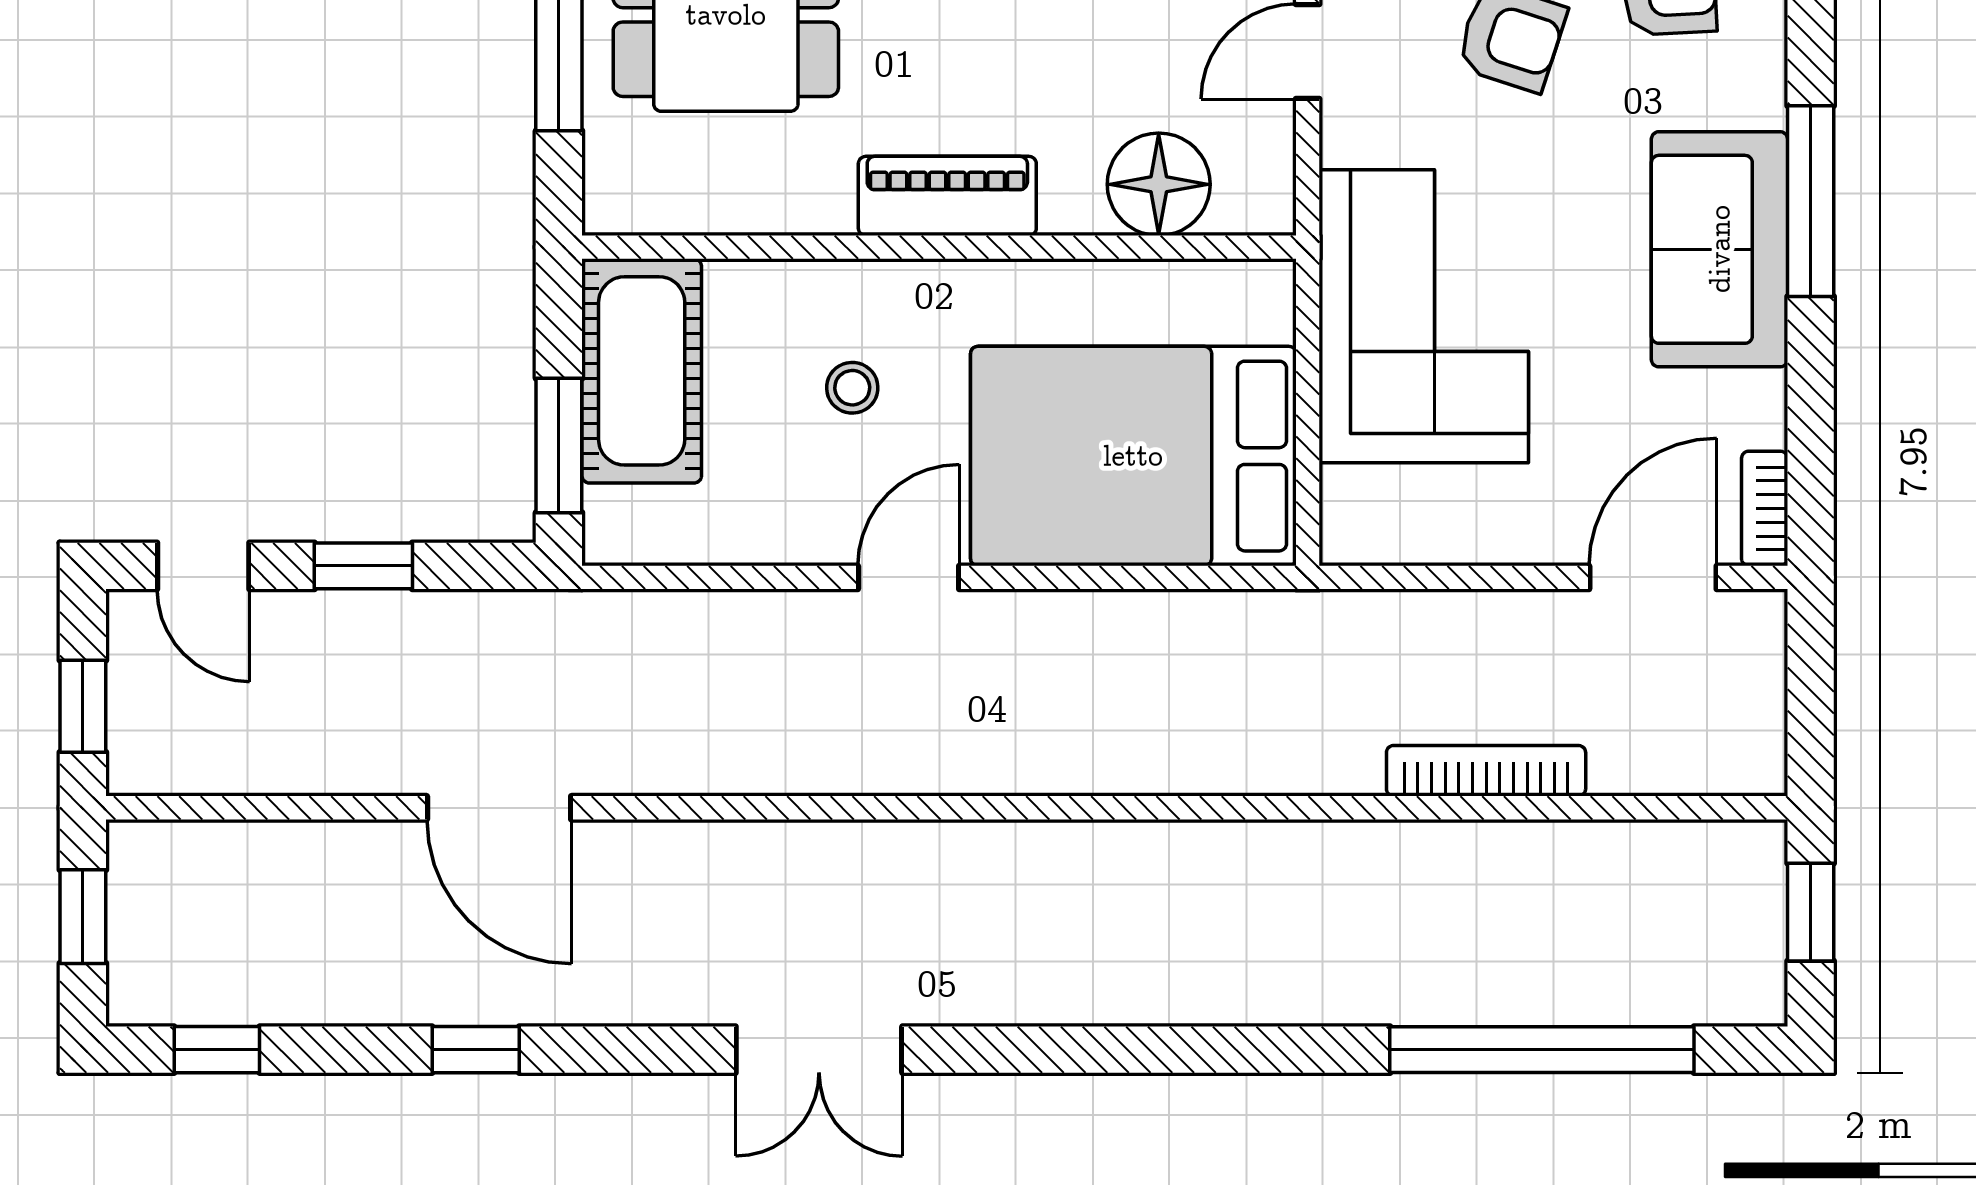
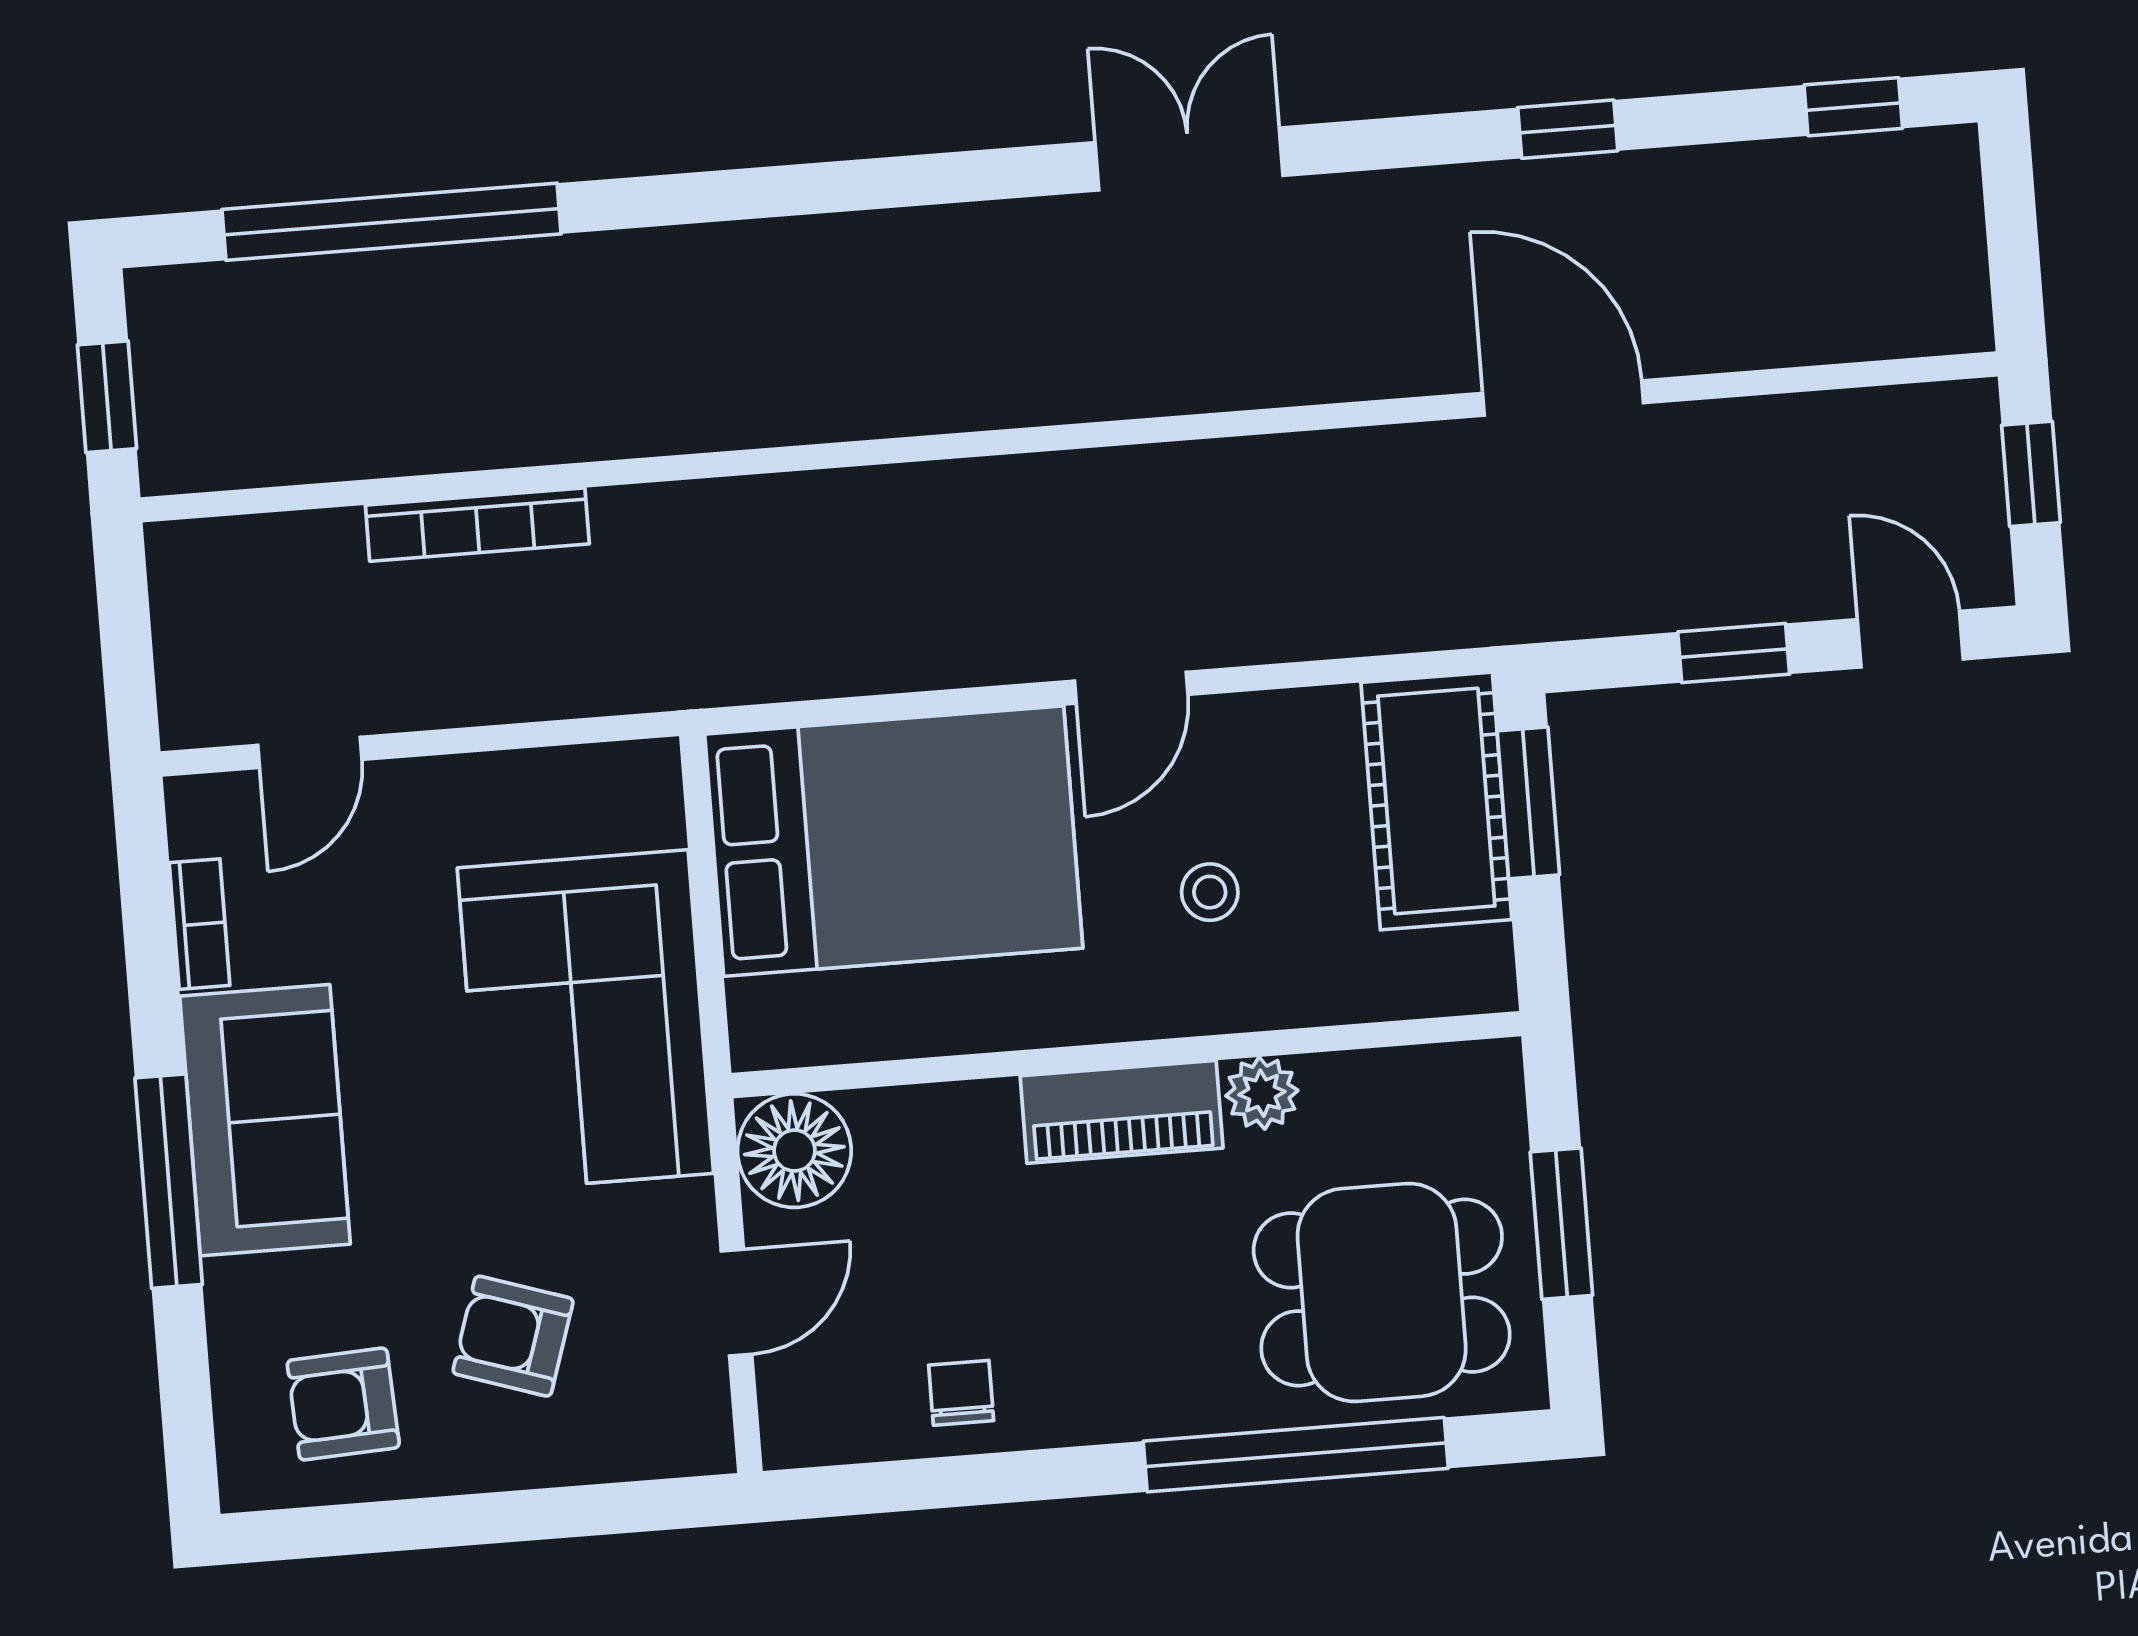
floor lamp: (1159, 184) -> (794, 1151), moved
plant: (820, 203) -> (1262, 1093), added
cot: (642, 371) -> (1436, 801), moved
bookcase: (1765, 508) -> (200, 924), moved
door: (1653, 577) -> (310, 752), width x0.73
window: (83, 917) -> (2013, 242), removed

